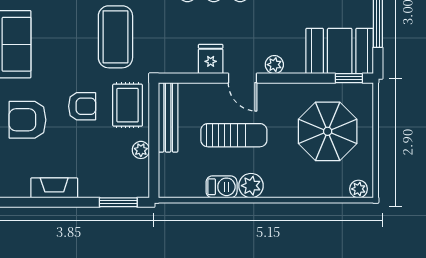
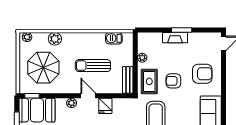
bench: (168, 117) -> (128, 80), width x0.73
plant: (251, 186) -> (55, 39), moved
barbecue: (222, 187) -> (114, 38), moved
fireplace: (54, 188) -> (175, 38), moved
window: (118, 202) -> (182, 30), moved

